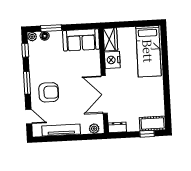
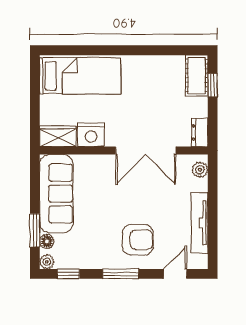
sofa: (81, 40) -> (56, 194), width x1.36
armchair: (49, 92) -> (138, 240), turned 90

